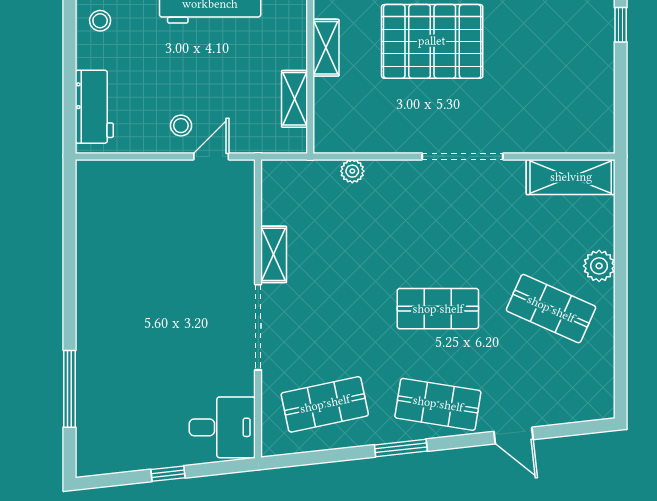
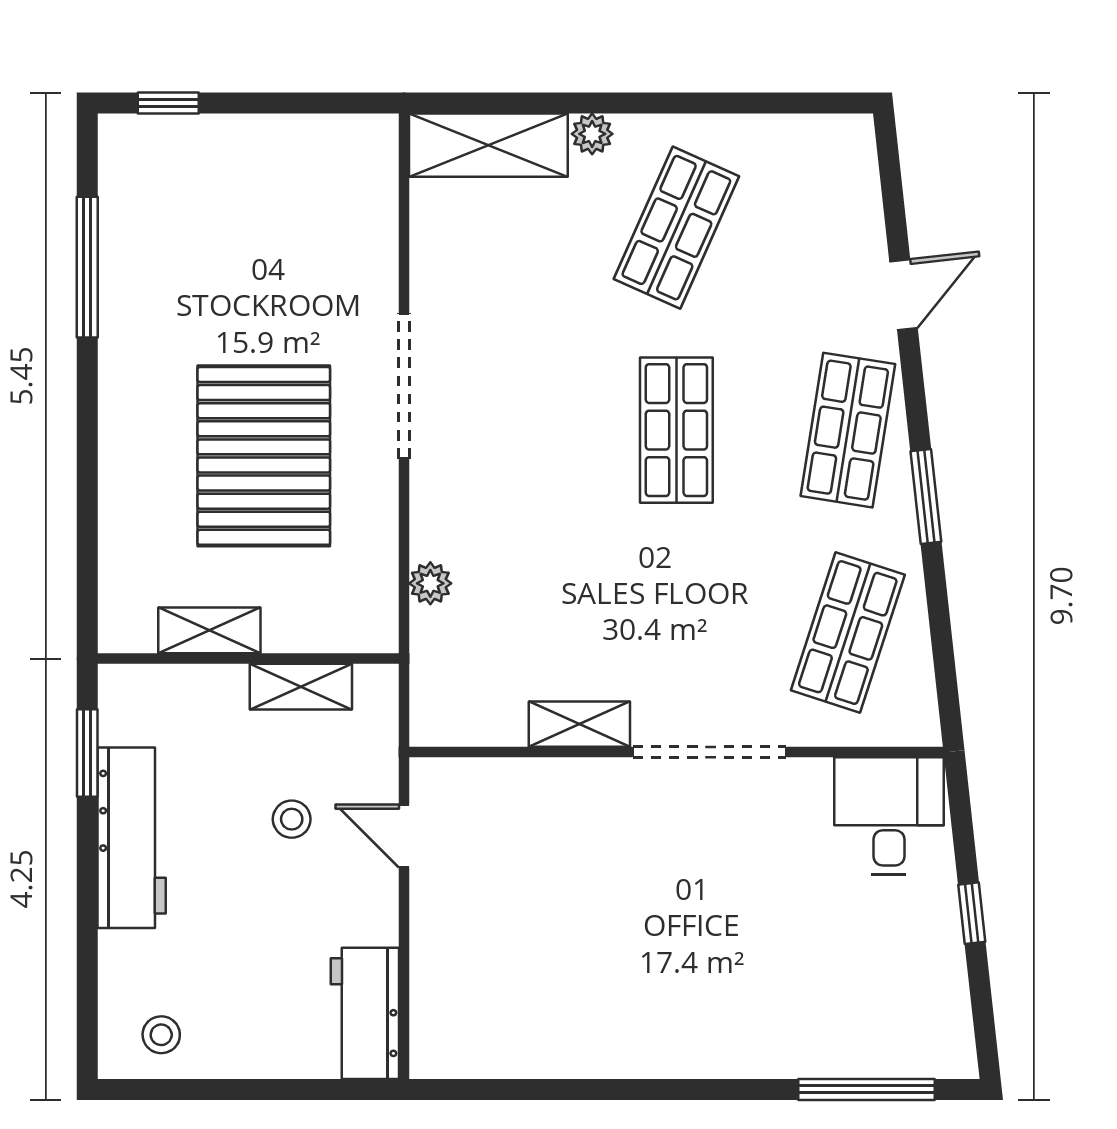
pallet: (432, 41) -> (264, 456), moved
workbench: (94, 107) -> (365, 1013), moved, turned -90
stool: (181, 126) -> (292, 819), moved
shelving: (571, 177) -> (488, 145), moved, turned 90
plant: (599, 266) -> (592, 134), width x0.73, depth x0.73
window: (70, 389) -> (867, 1089), moved
shop shelf: (325, 404) -> (848, 633), turned 30

